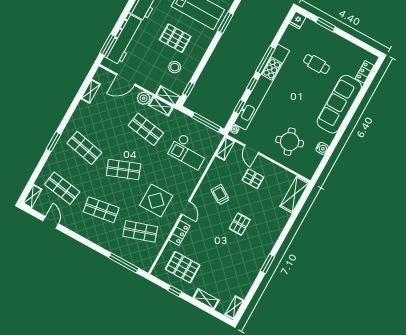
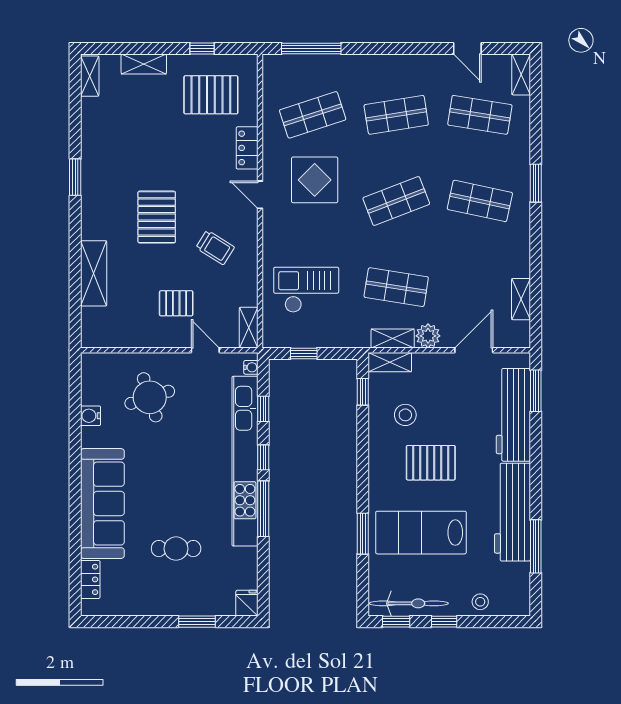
window: (206, 122) -> (304, 353), width x0.46
shelving: (295, 194) -> (94, 273), moved
pallet: (240, 224) -> (157, 217), width x1.50, depth x1.42

